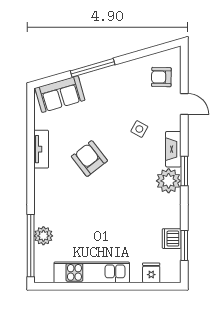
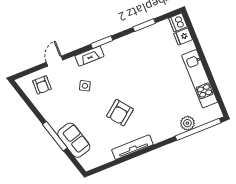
sofa: (60, 94) -> (74, 140), moved
tv unit: (41, 149) -> (132, 147), width x1.41
plant: (169, 181) -> (113, 50), removed
dishwasher: (172, 239) -> (178, 22), moved, turned 90
window: (184, 245) -> (144, 25), moved

